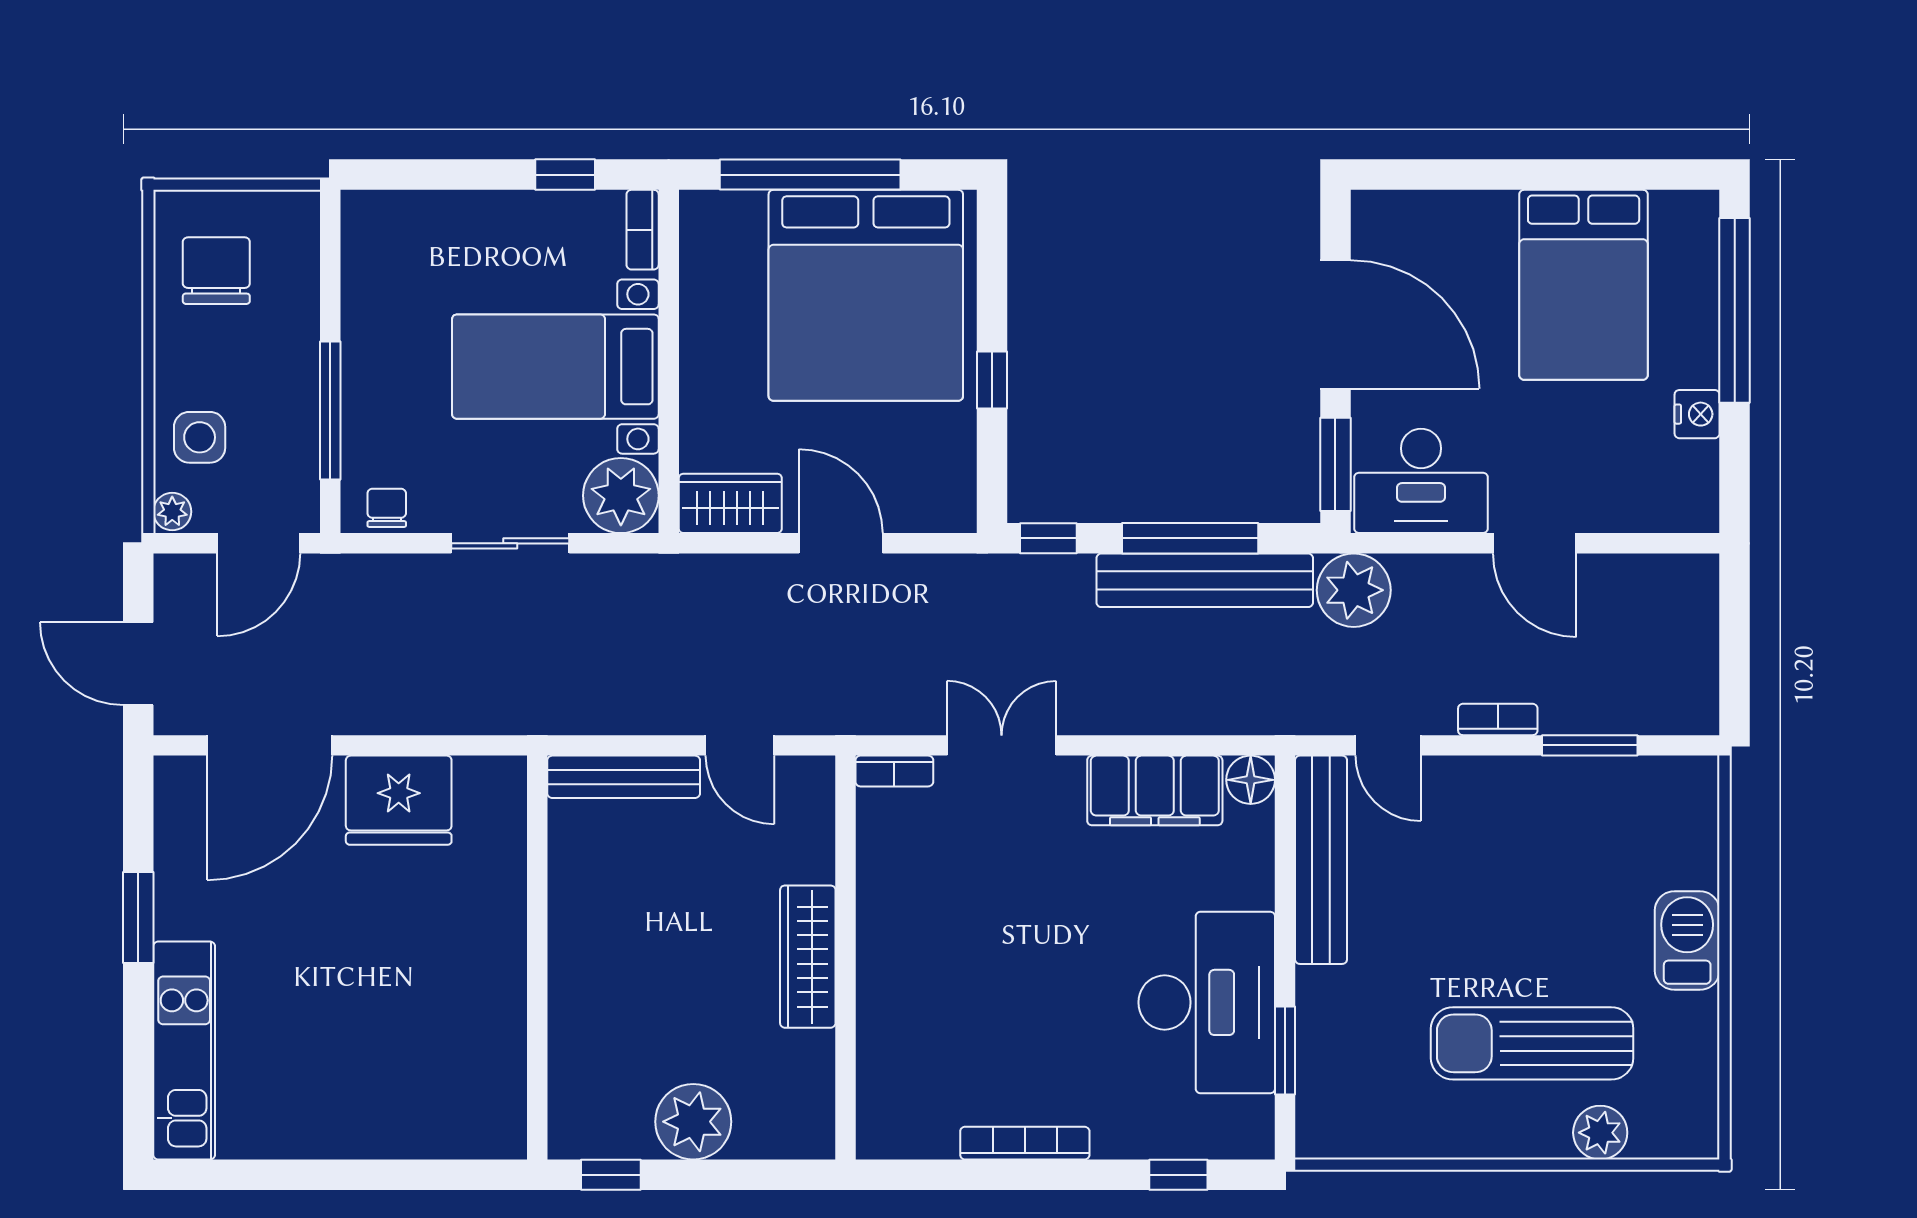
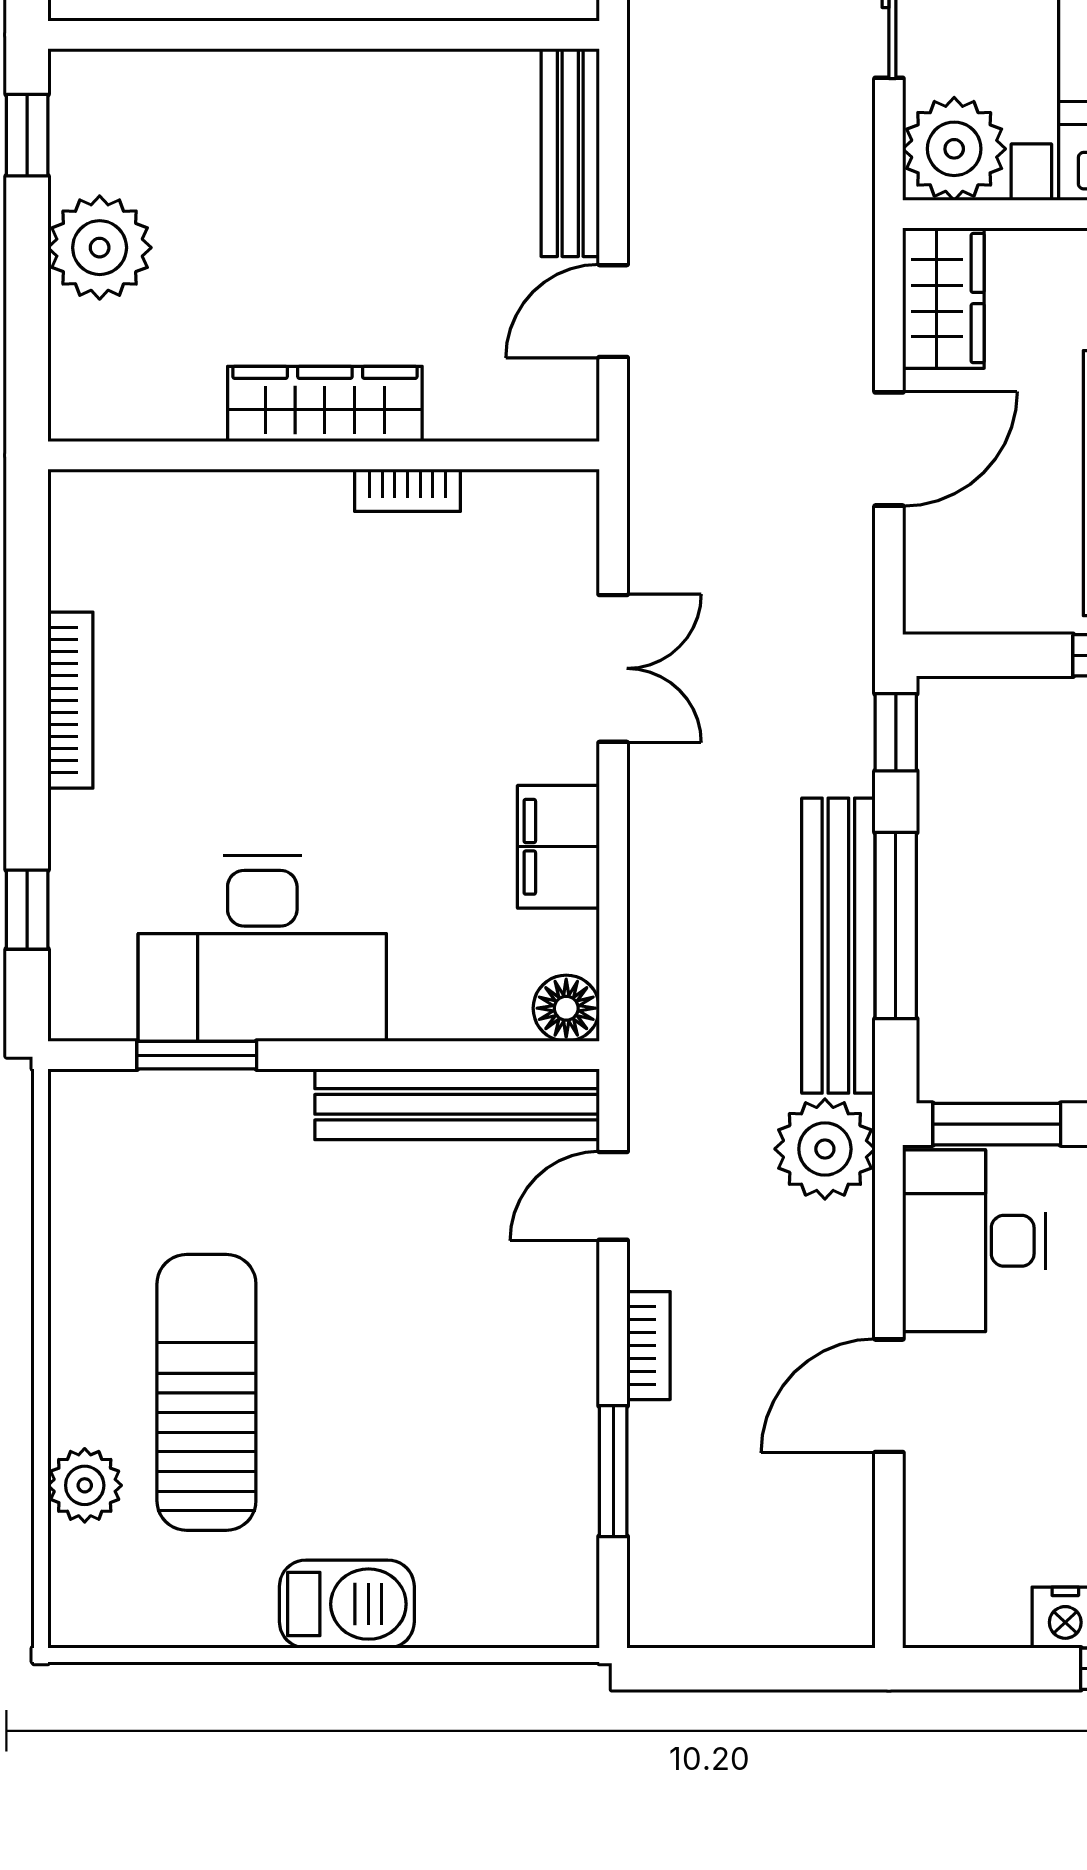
bookcase: (894, 771) -> (407, 490), moved, turned -90
filing cabinet: (1155, 790) -> (558, 847), width x0.67, depth x0.86

